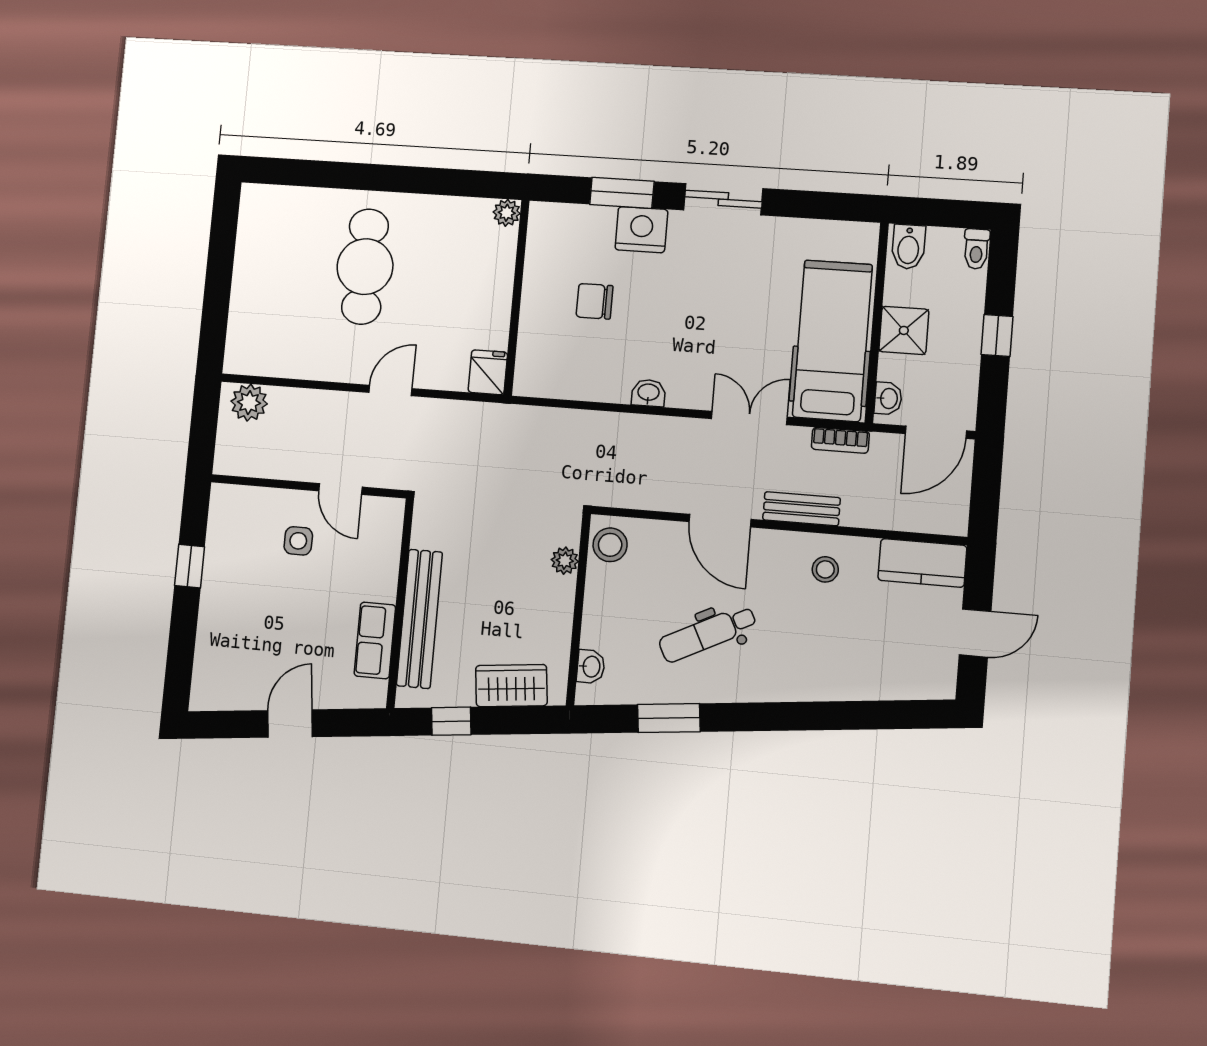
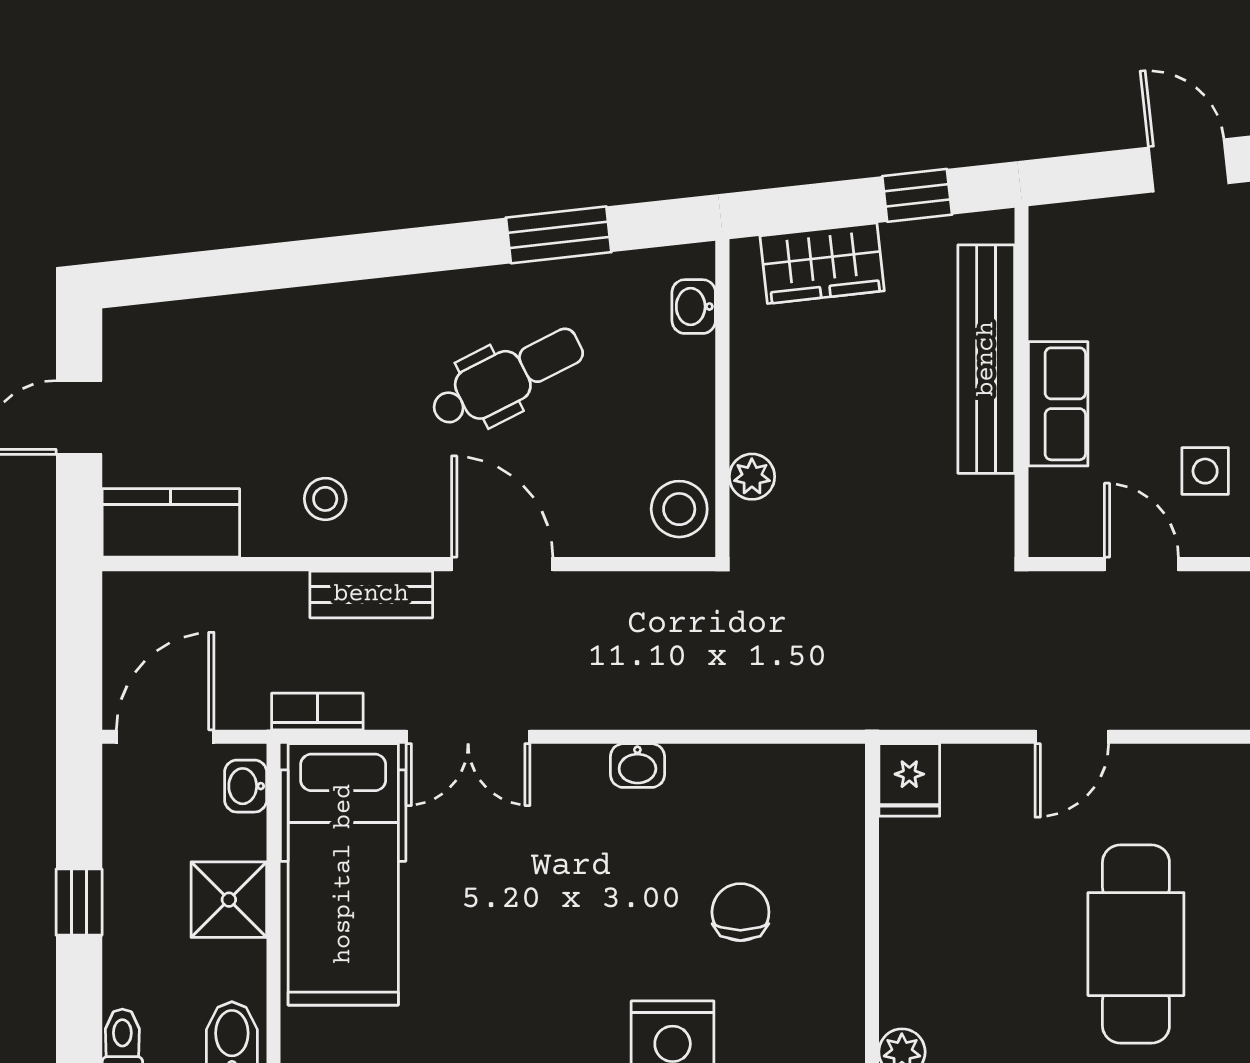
chair: (595, 301) -> (740, 912), turned -90
row of seats: (375, 640) -> (1058, 404), moved
door: (290, 724) -> (1189, 165), swing flipped

